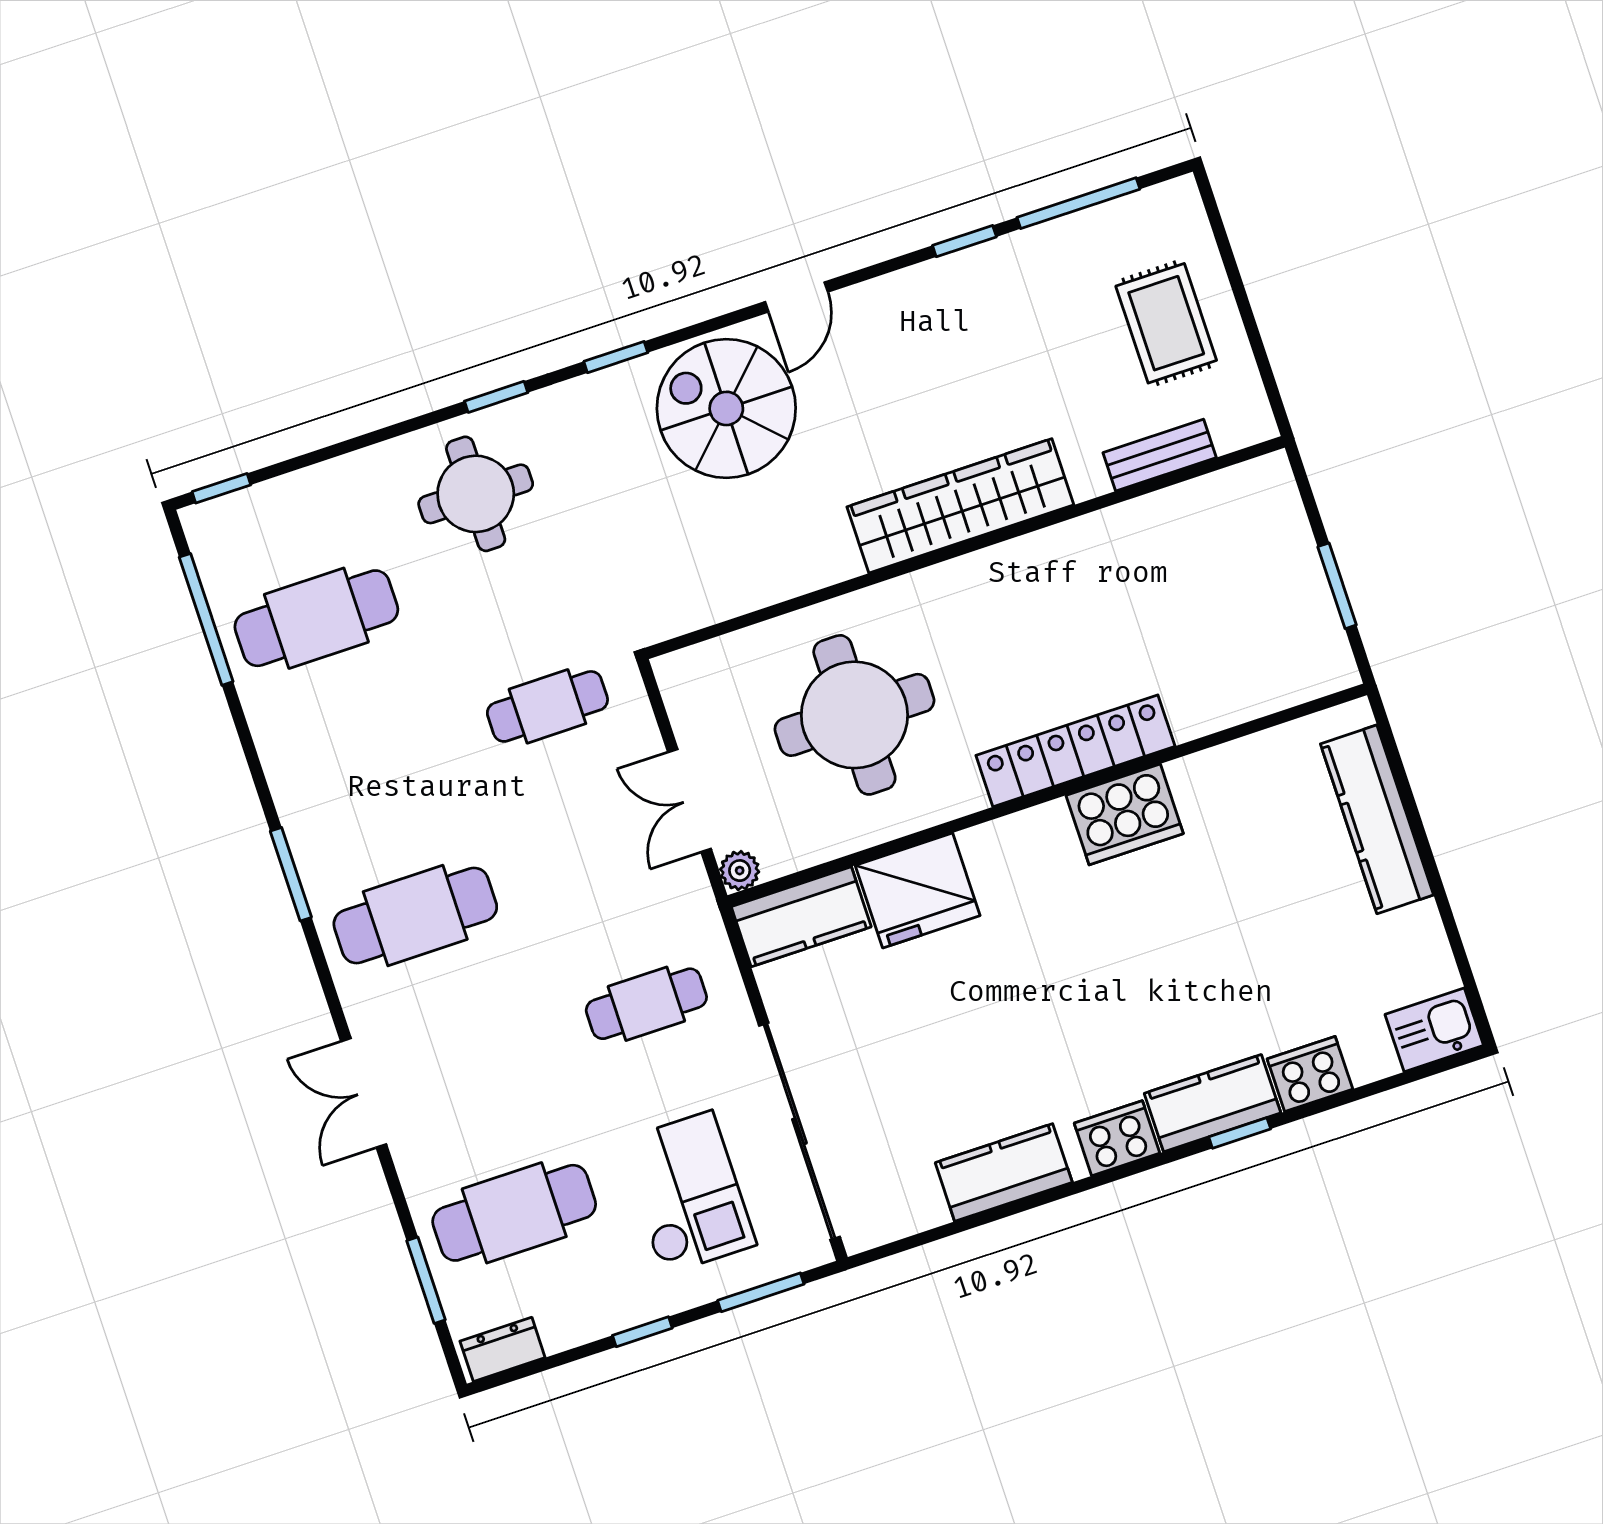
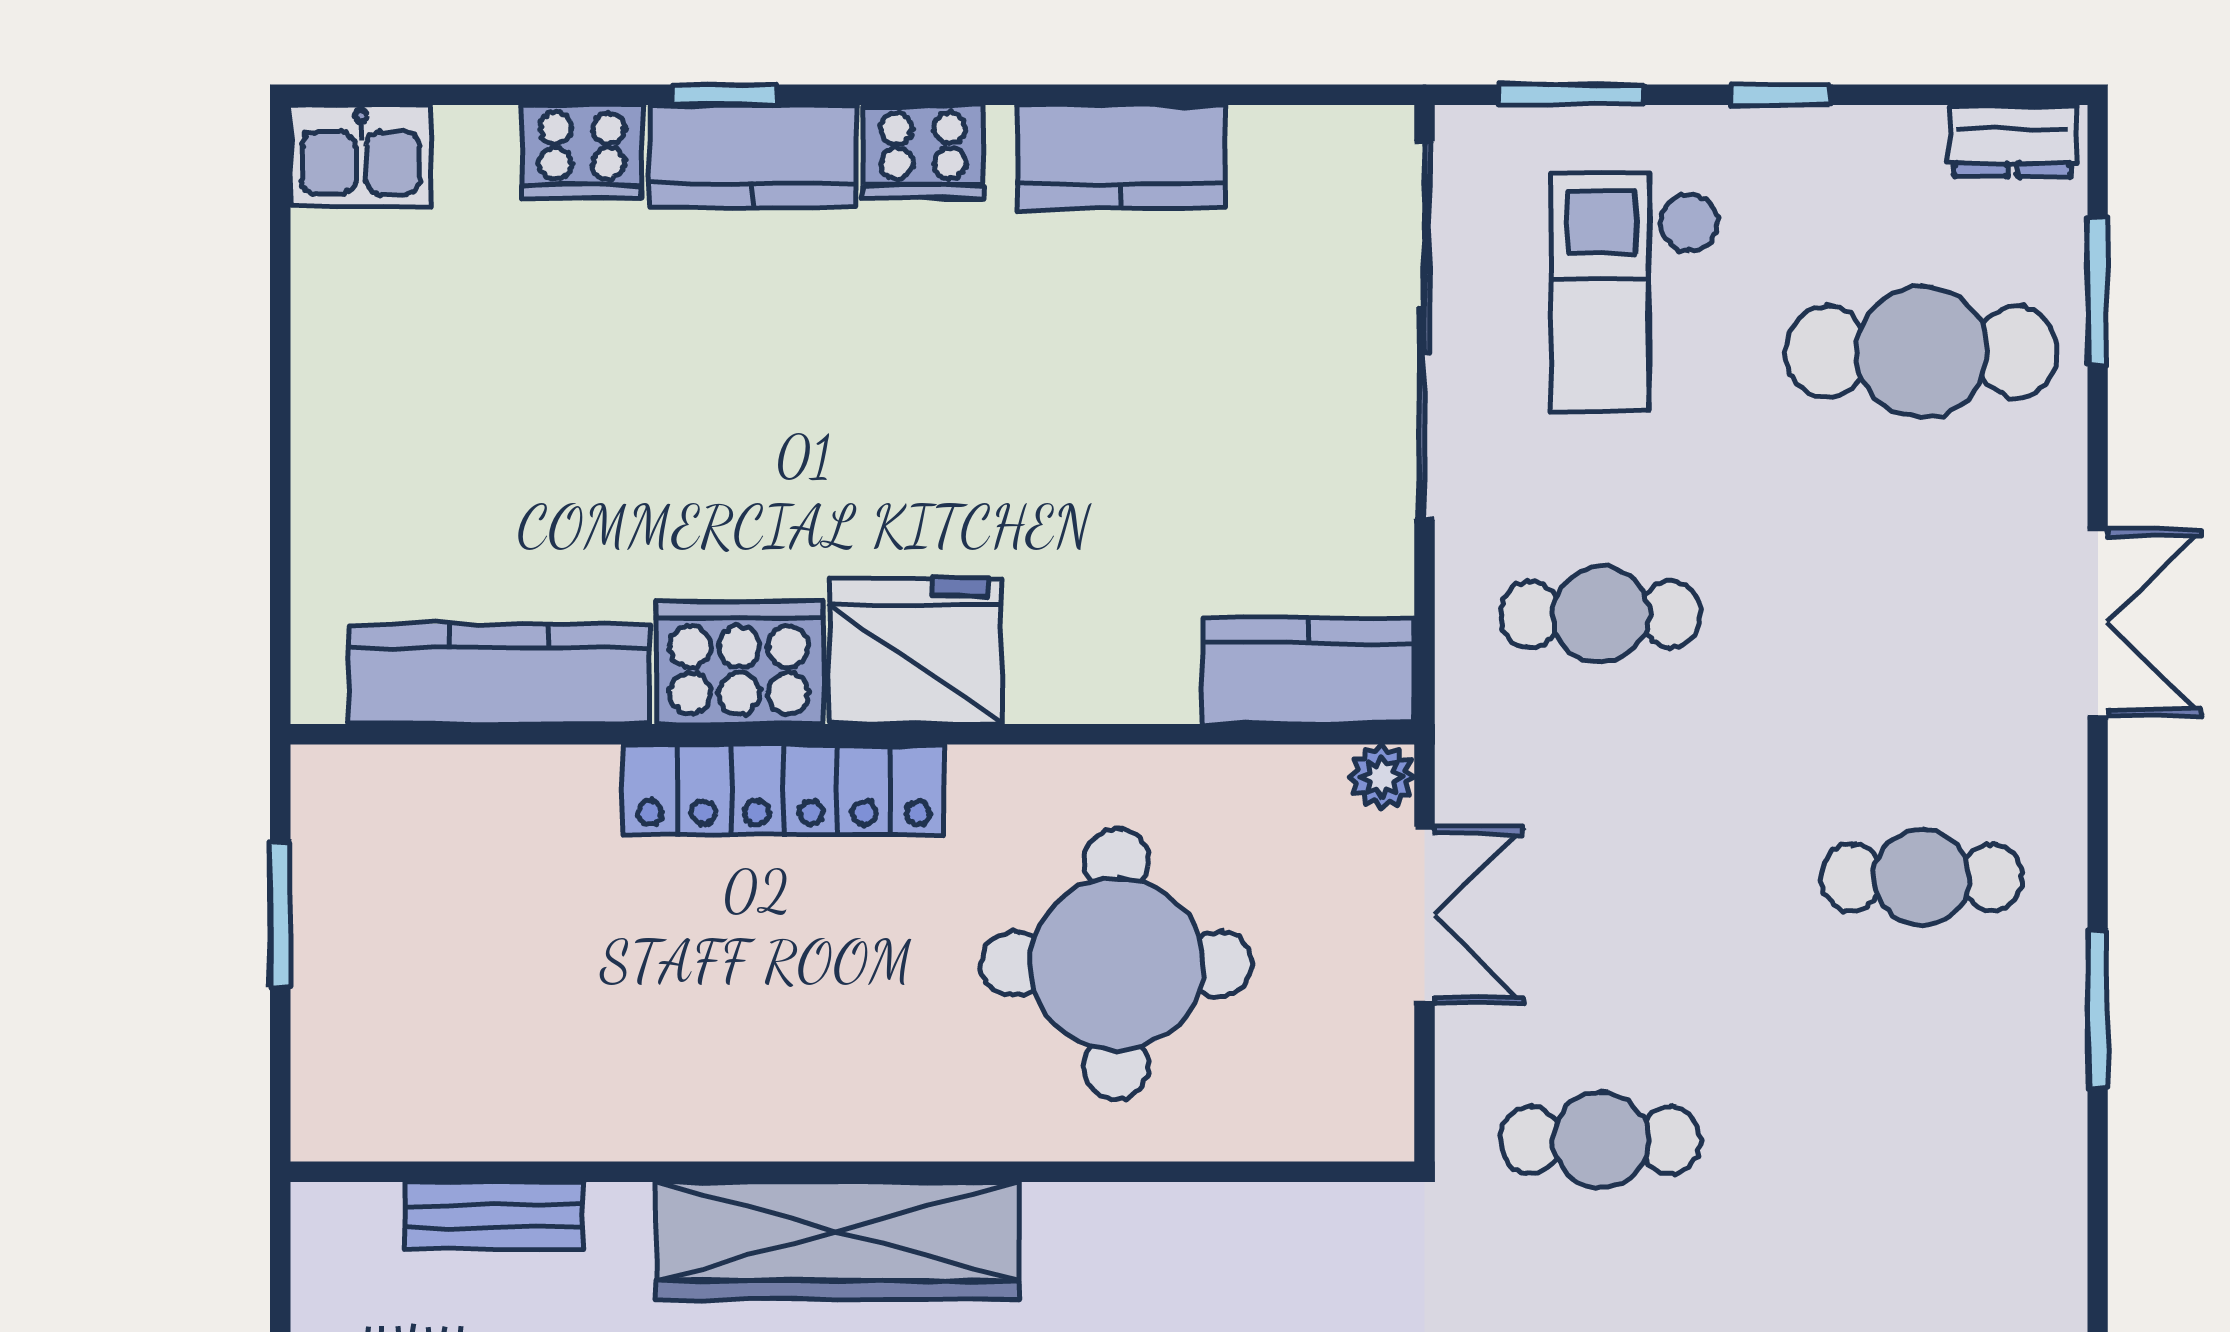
kitchen counter: (1377, 819) -> (499, 674), moved, turned -90
fridge: (918, 890) -> (916, 651), moved
cafe table: (415, 915) -> (1922, 877), width x0.73, depth x0.74

